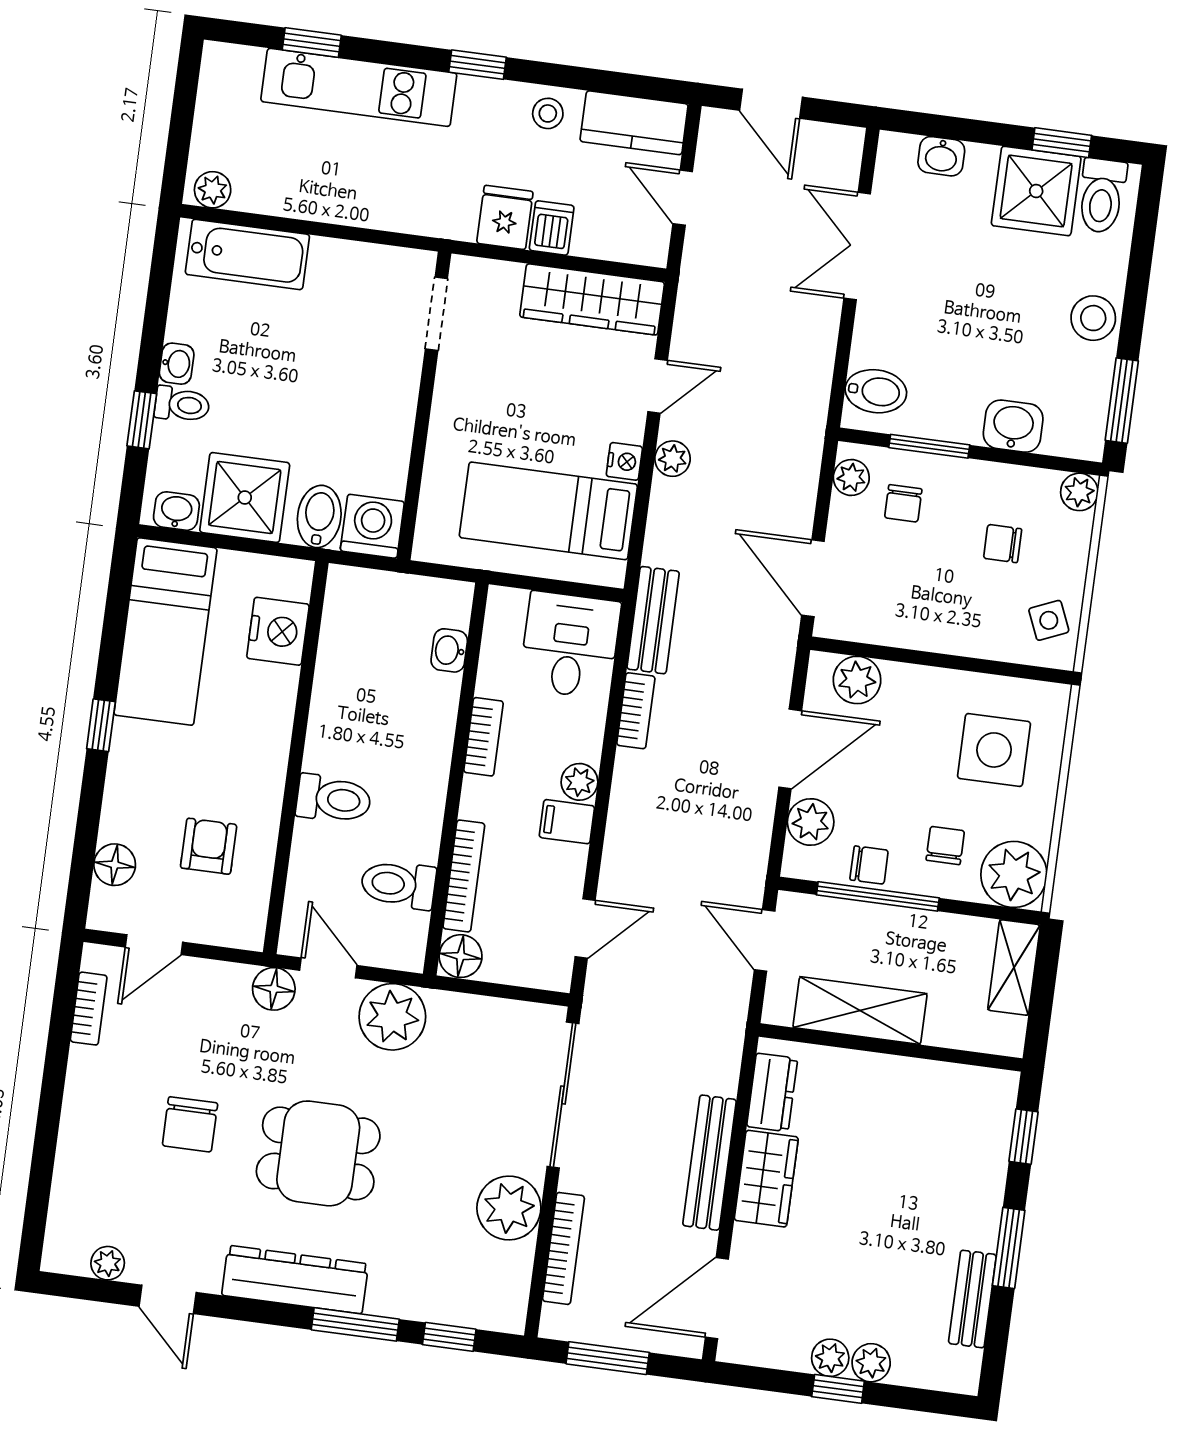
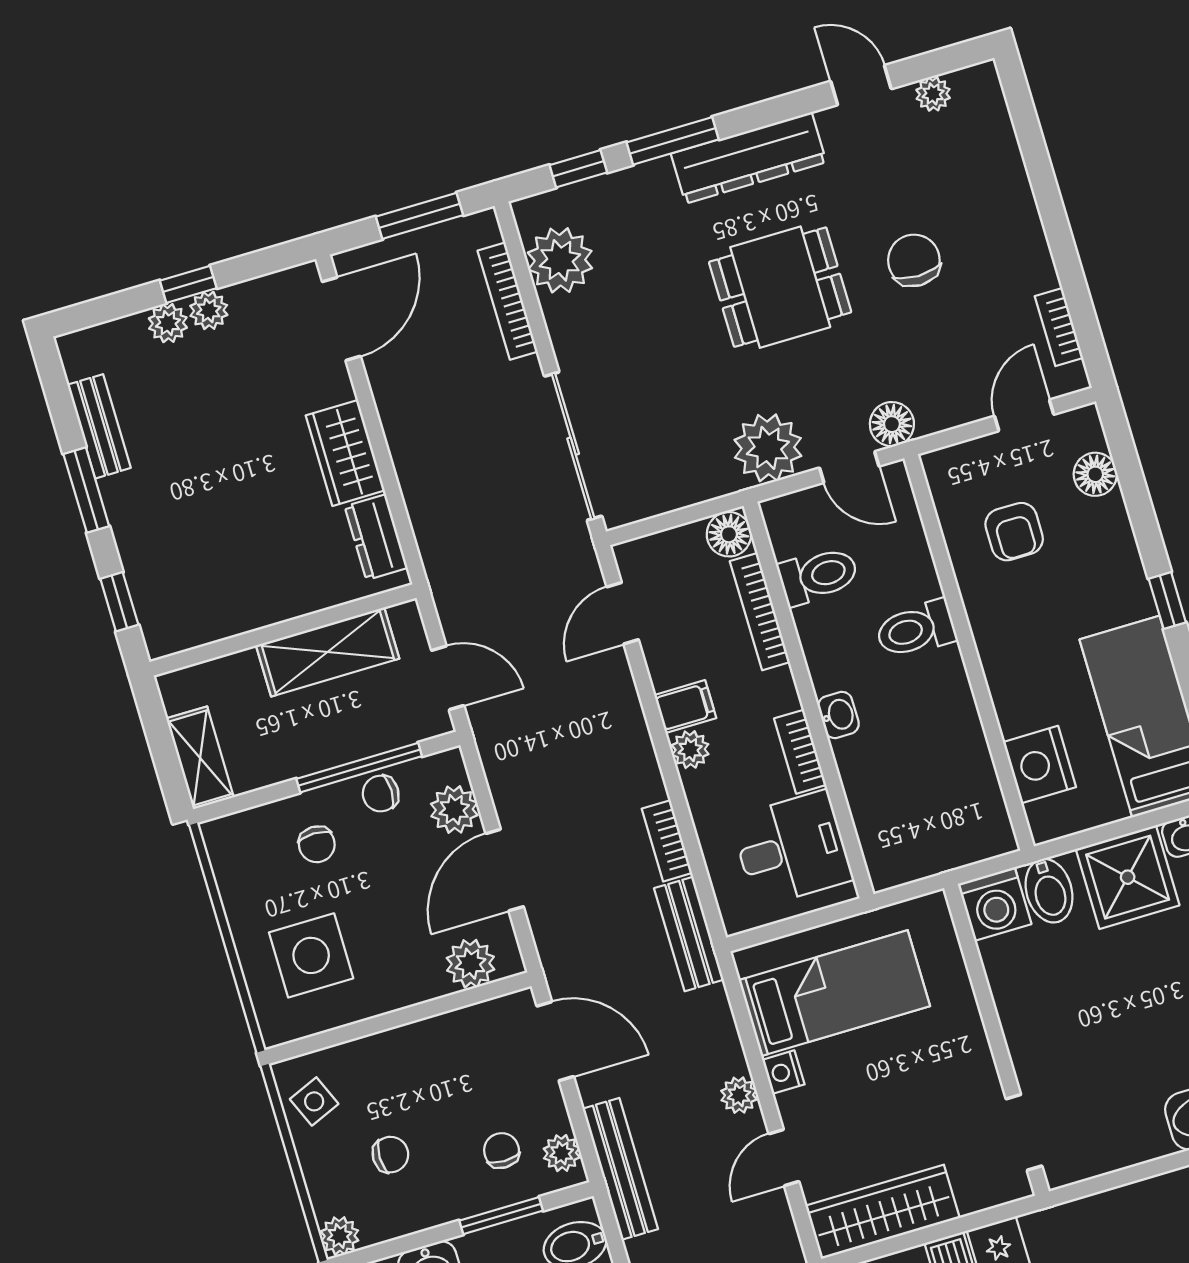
desk: (570, 645) -> (792, 849), moved, turned -90
washbasin: (449, 650) -> (838, 715), moved
plant: (1014, 874) -> (240, 846), removed
bench: (710, 1163) -> (620, 1169), moved
plant: (509, 1208) -> (560, 260), moved

